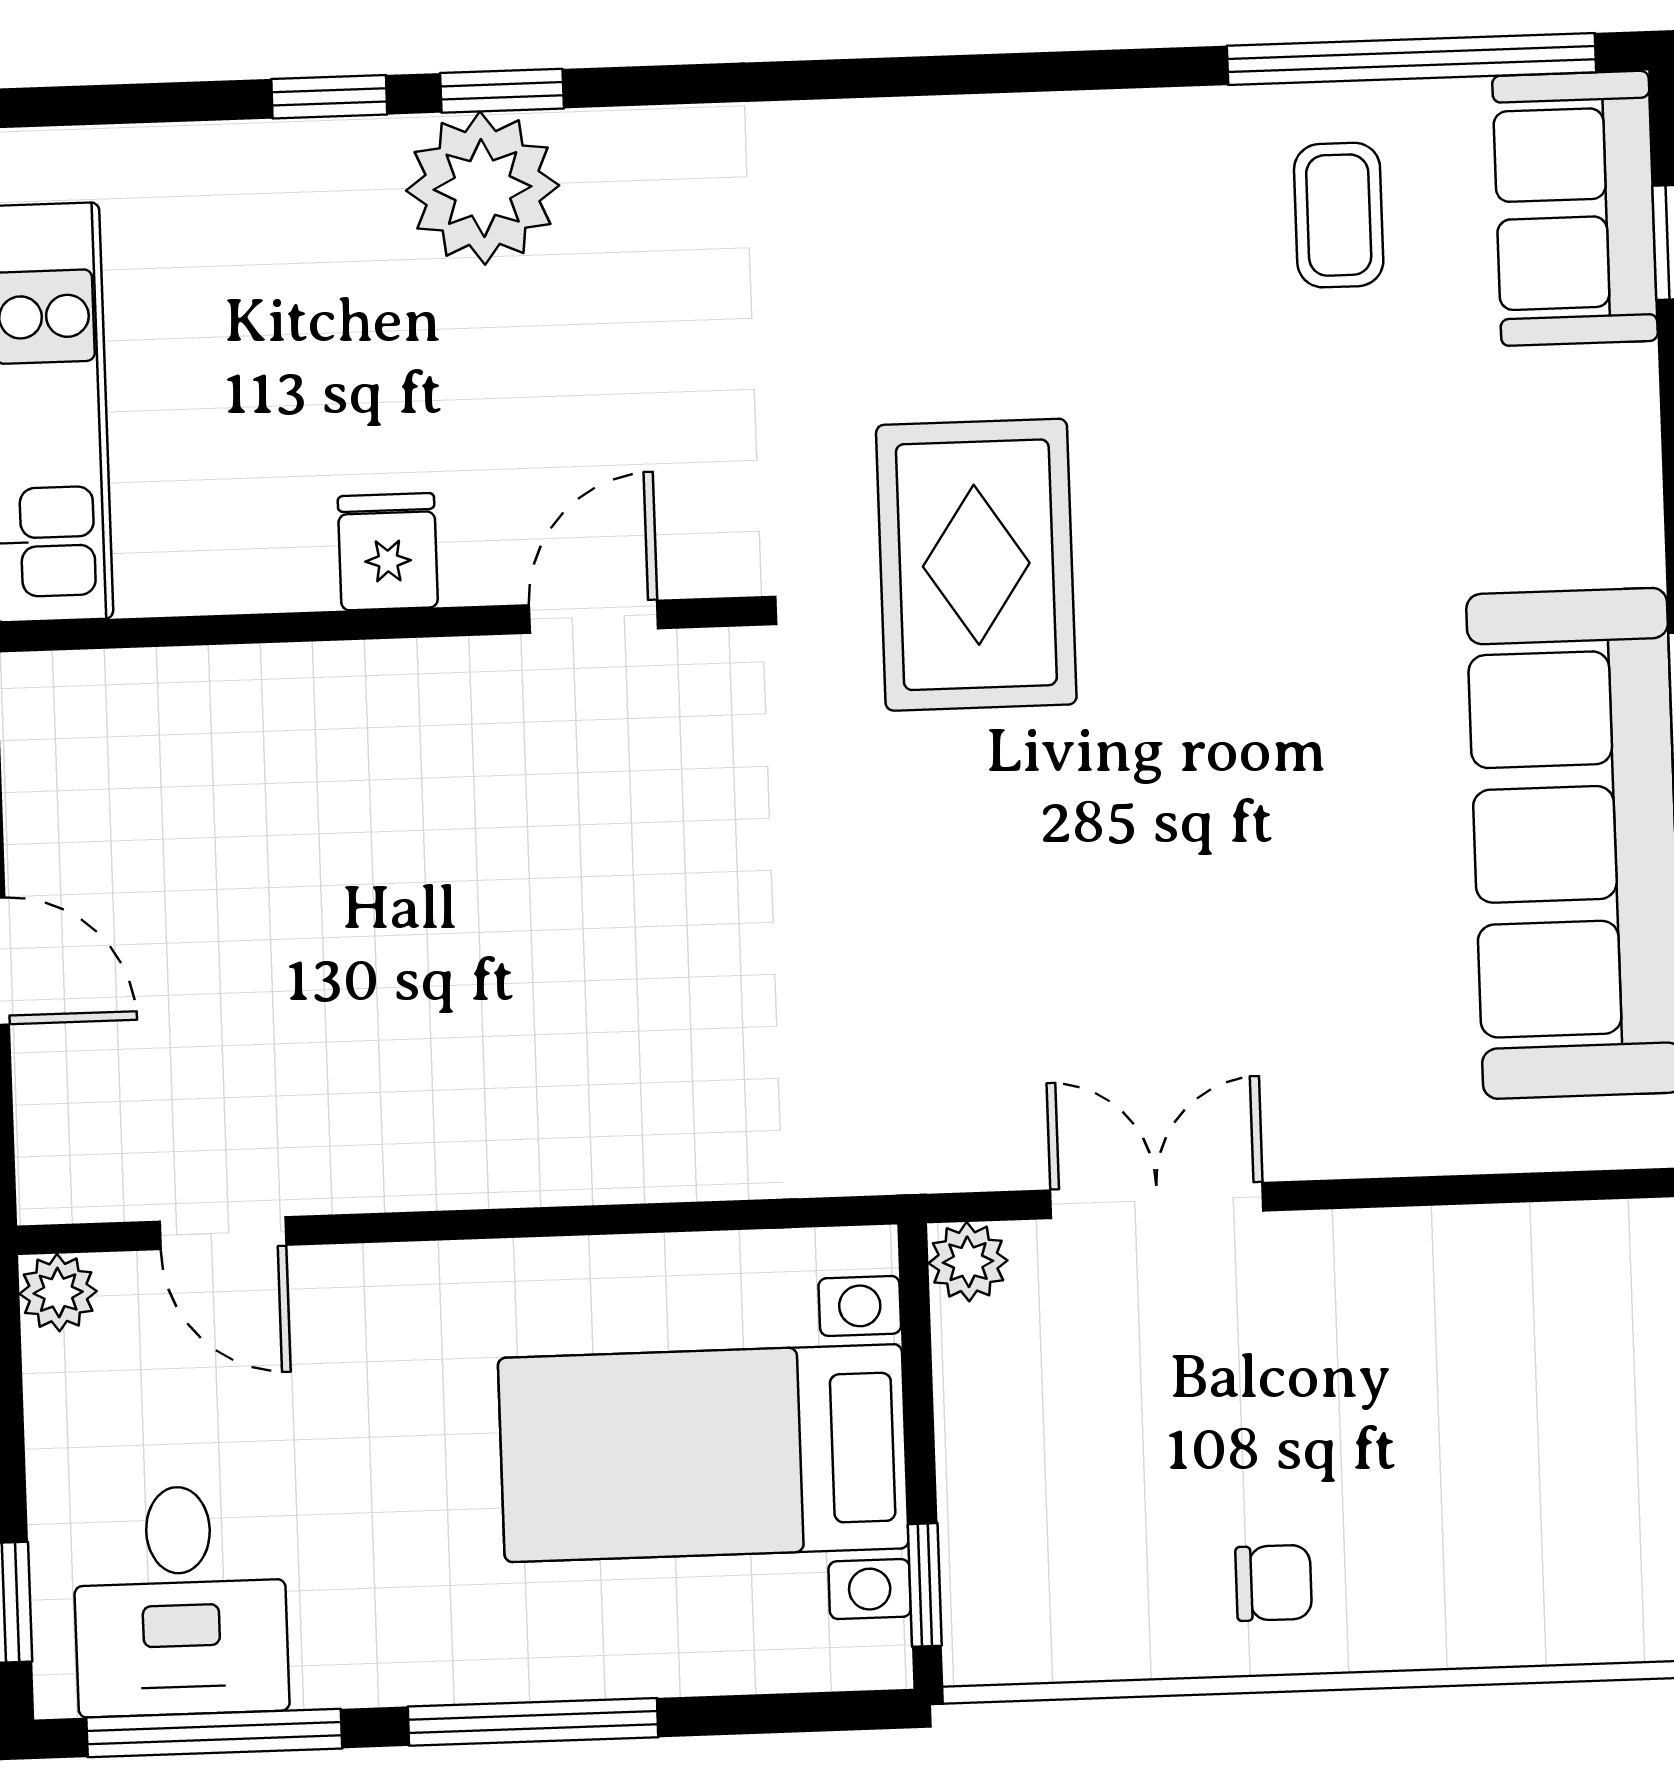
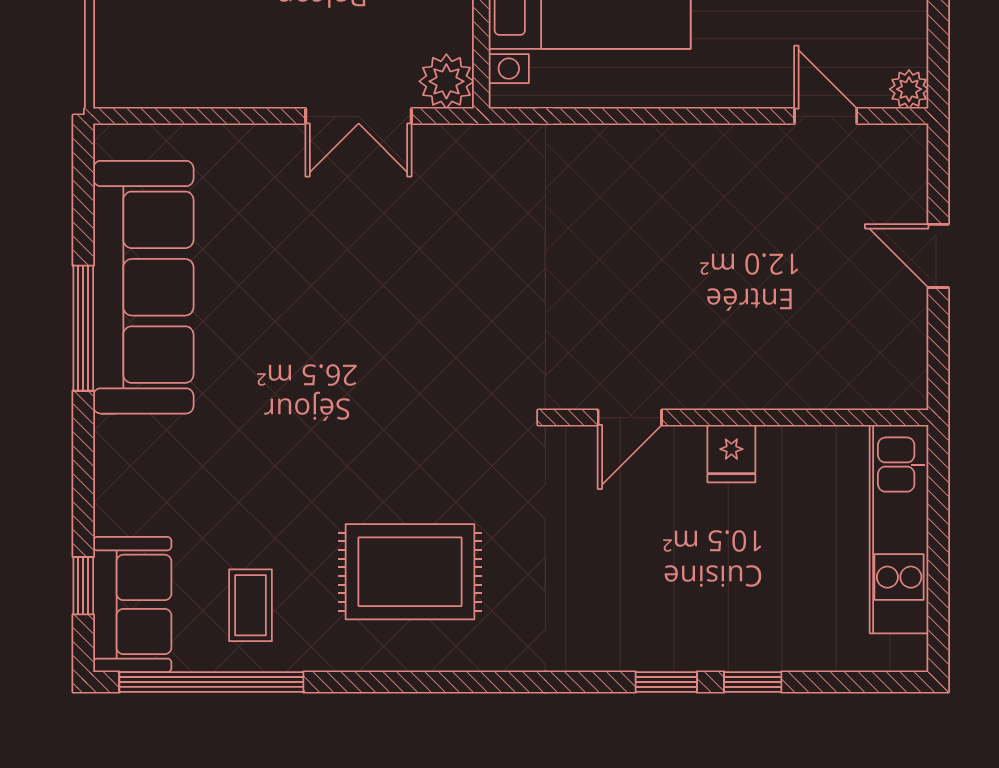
plant: (483, 188) -> (678, 634), removed
rug: (976, 565) -> (410, 572), moved, turned 90
plant: (968, 1262) -> (446, 81), width x1.38, depth x1.38

